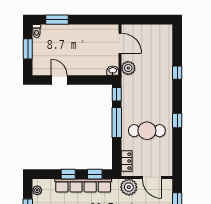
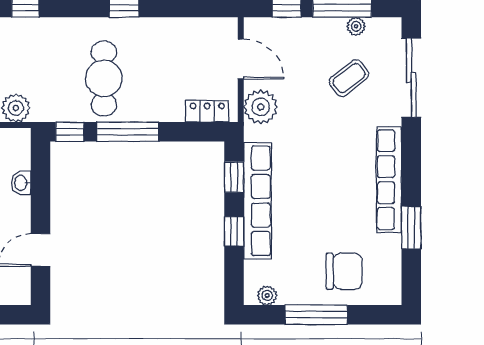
washbasin: (113, 71) -> (21, 183), moved
cafe table: (147, 131) -> (104, 78), moved
door: (152, 177) -> (241, 59), hinge flipped

